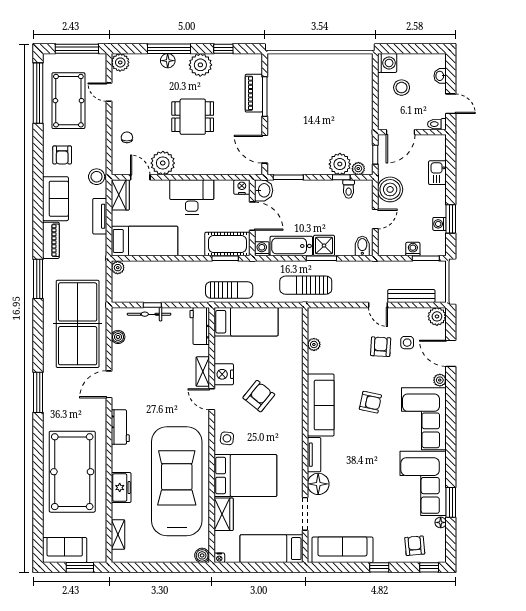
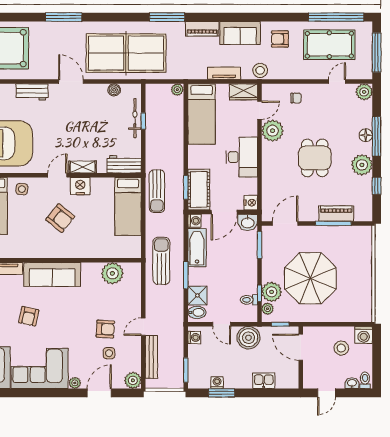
parasol: (325, 121) -> (310, 278), added
toilet: (437, 124) -> (365, 380), moved
shower: (324, 246) -> (197, 296), moved
washing machine: (413, 249) -> (194, 337), moved
plant: (314, 344) -> (112, 273), width x1.87, depth x1.87
armchair: (370, 402) -> (29, 316), moved

